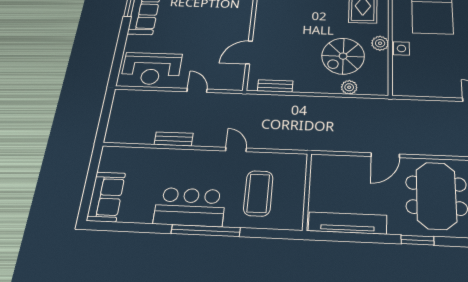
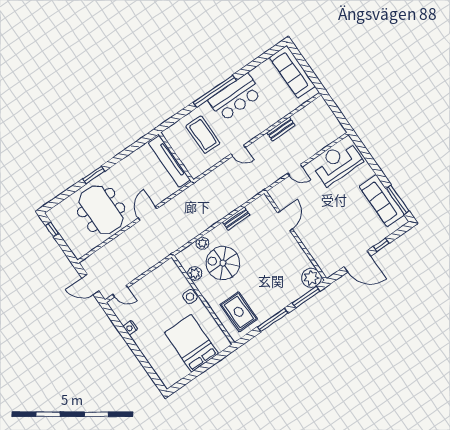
plant: (380, 43) -> (195, 274), moved
spiral stairs: (343, 56) -> (223, 263), turned -90
bench: (275, 86) -> (236, 219), moved
sofa: (106, 197) -> (292, 72), width x1.36
tv unit: (348, 223) -> (169, 161), moved, turned 90

